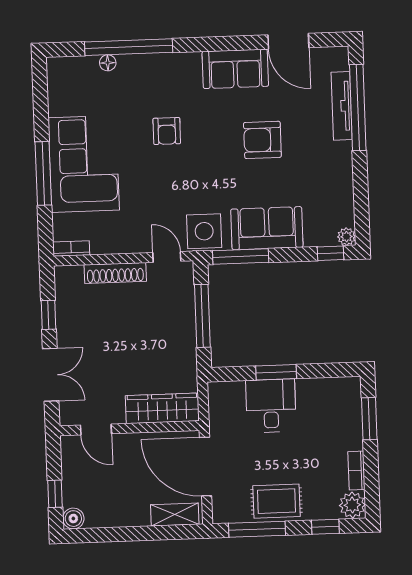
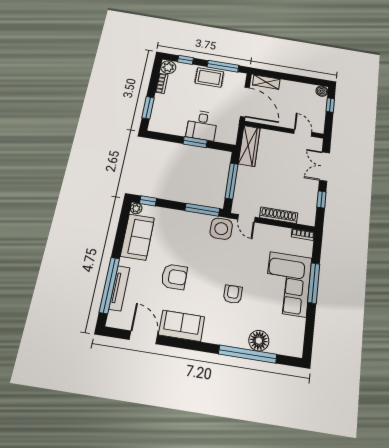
floor lamp: (108, 63) -> (259, 341), width x1.89, depth x1.89
sofa: (267, 228) -> (137, 237), moved, turned -90
wardrobe: (162, 408) -> (249, 146), moved, turned -90

